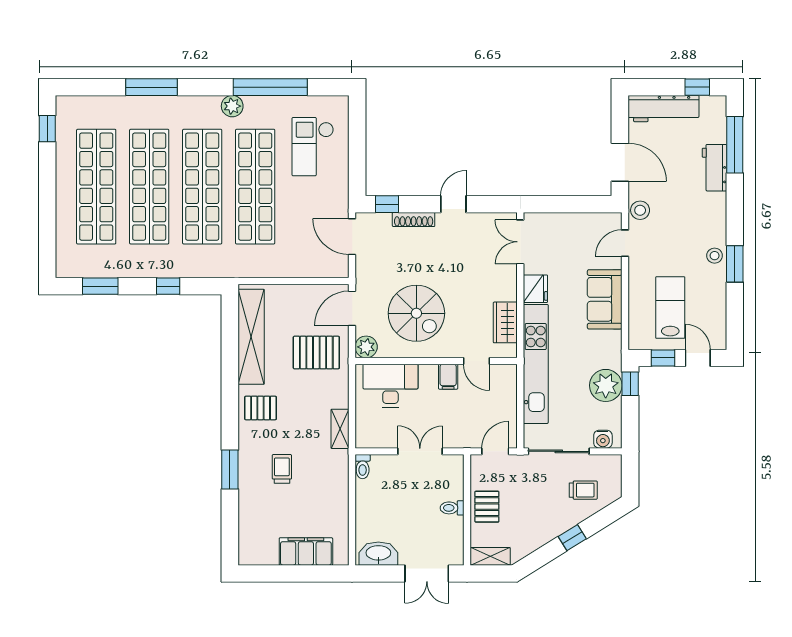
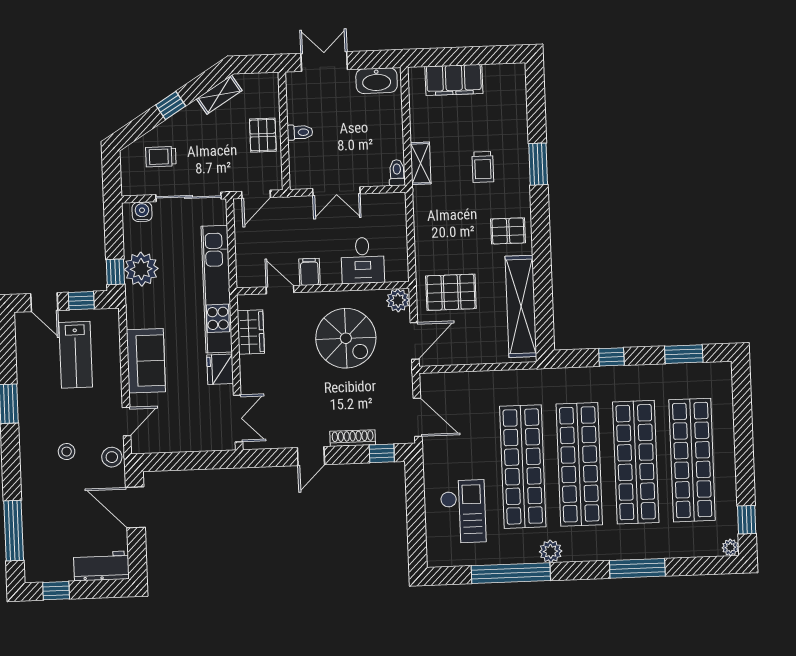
plant: (63, 103) -> (730, 547), added
workbench: (663, 109) -> (101, 566), width x0.73
workbench: (714, 168) -> (34, 505), removed
stool: (715, 256) -> (67, 452), moved
spiral stairs: (416, 313) -> (346, 338), turned 180
desk: (390, 386) -> (363, 260), width x0.73
shelving: (340, 429) -> (421, 163), moved
shelving: (490, 556) -> (219, 95), moved, turned -32

